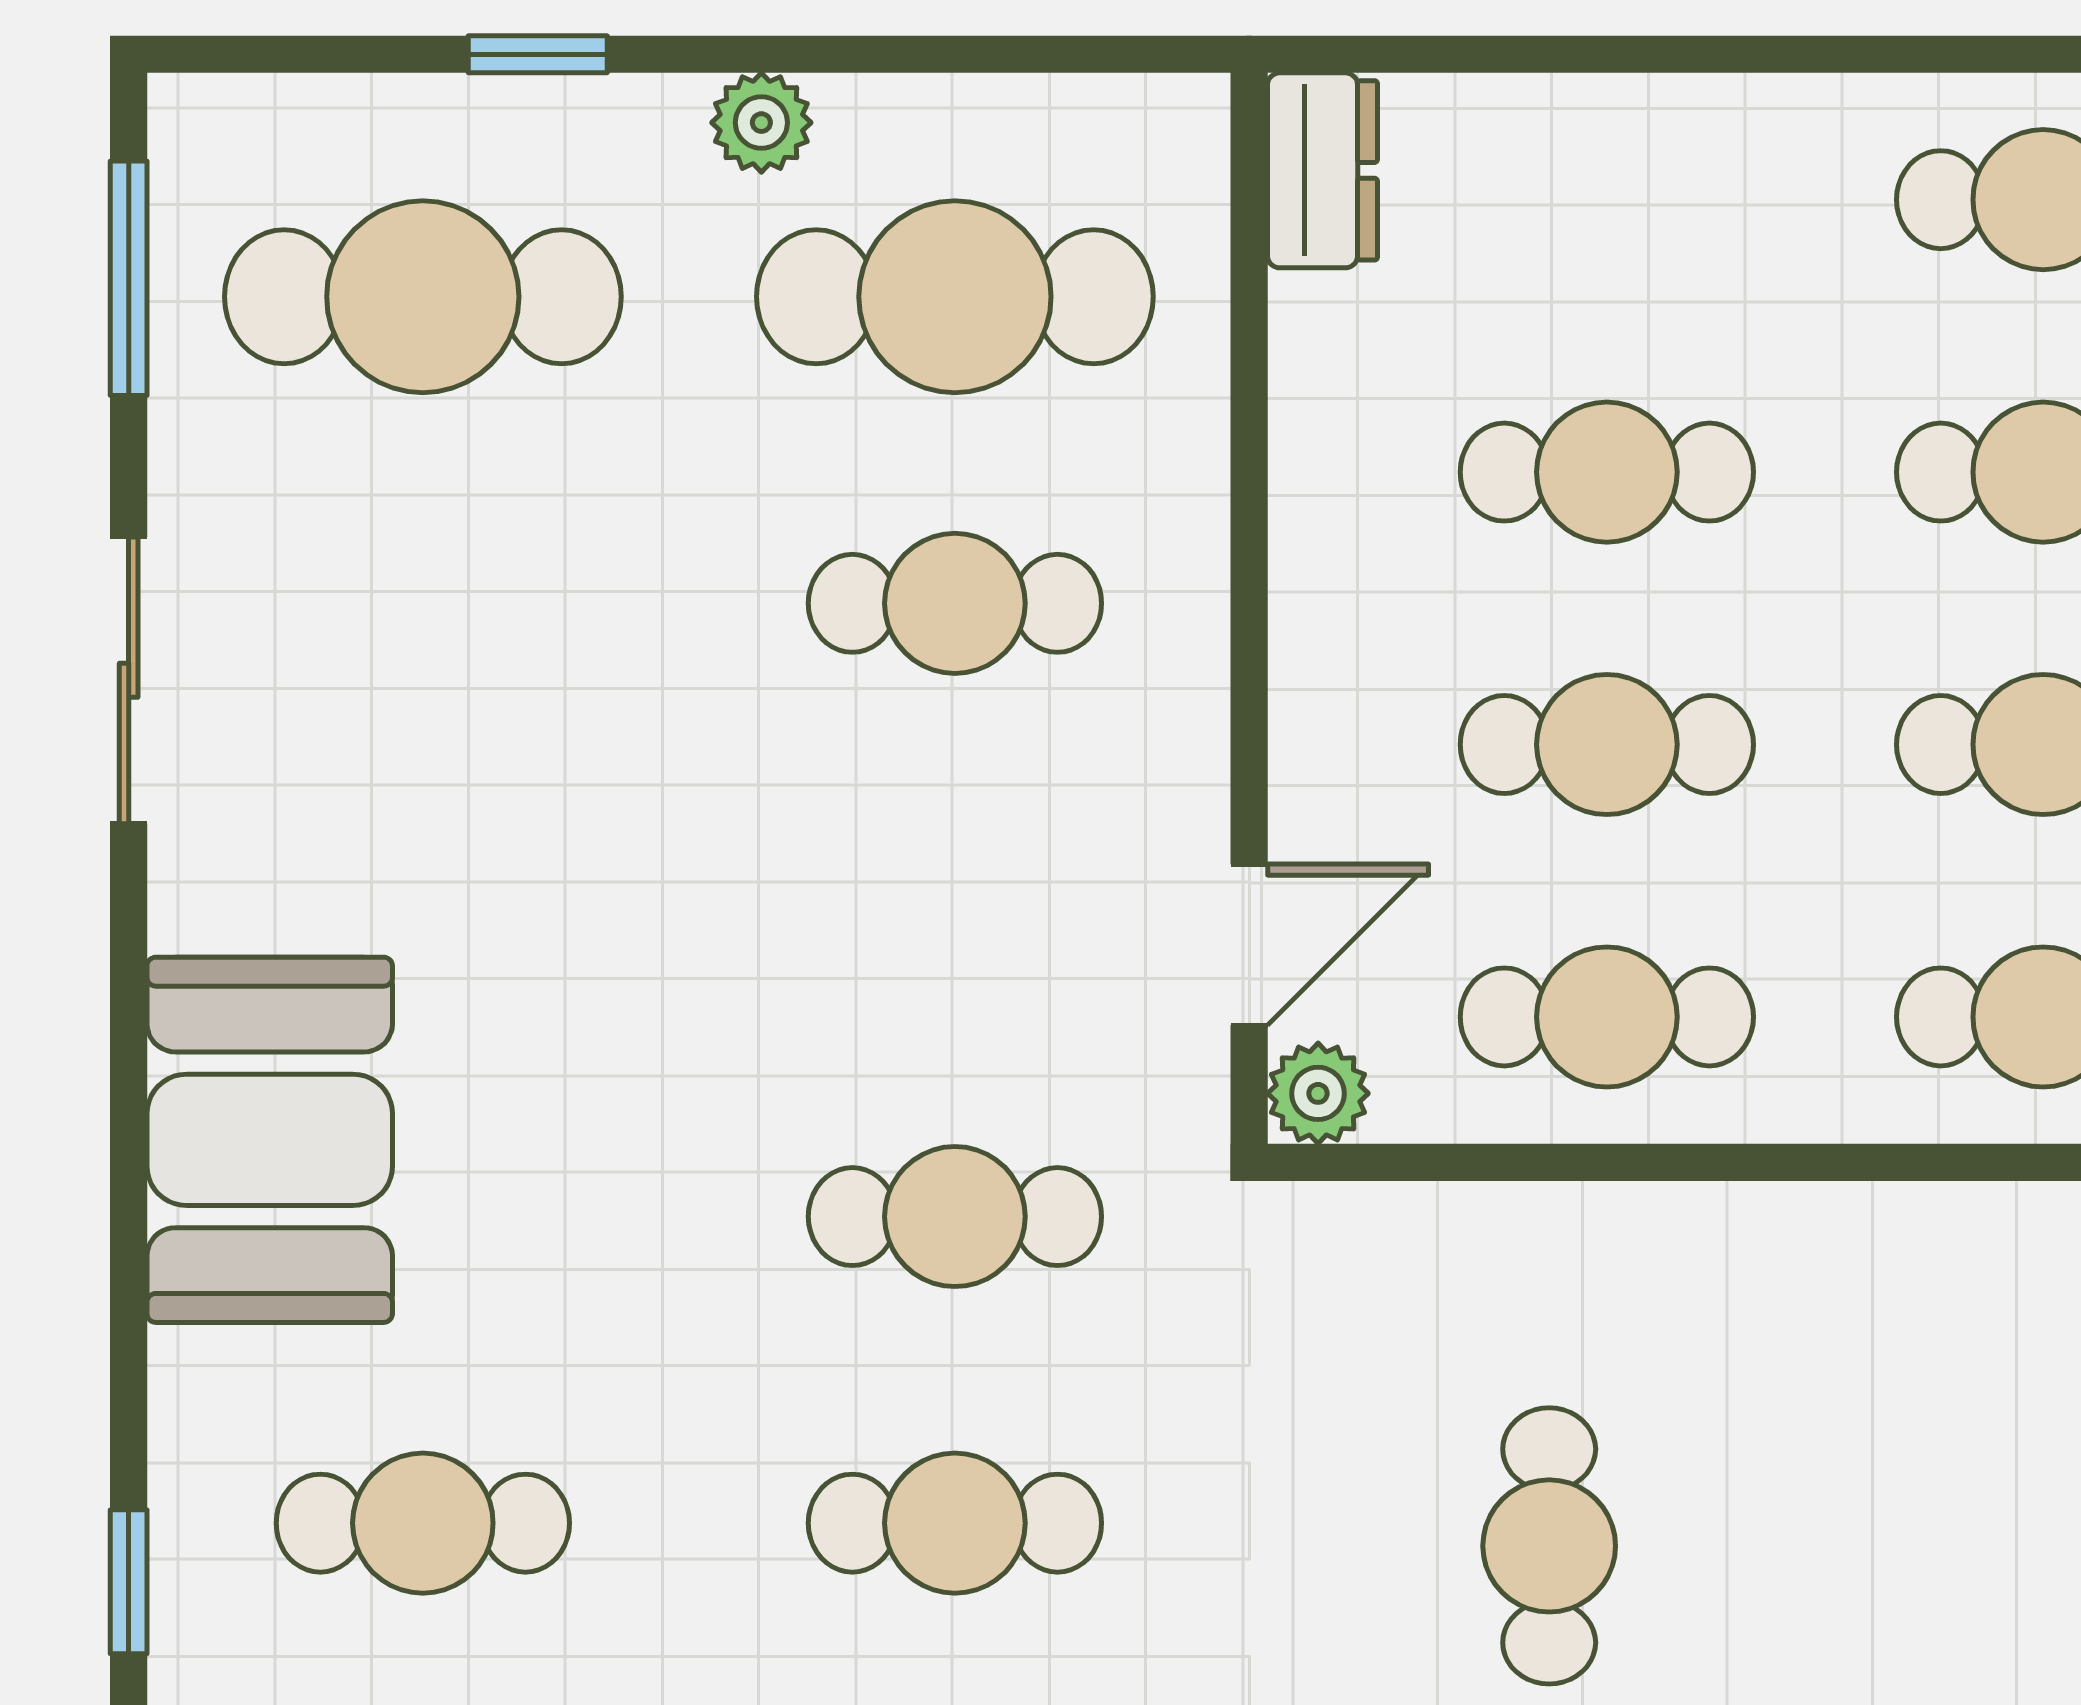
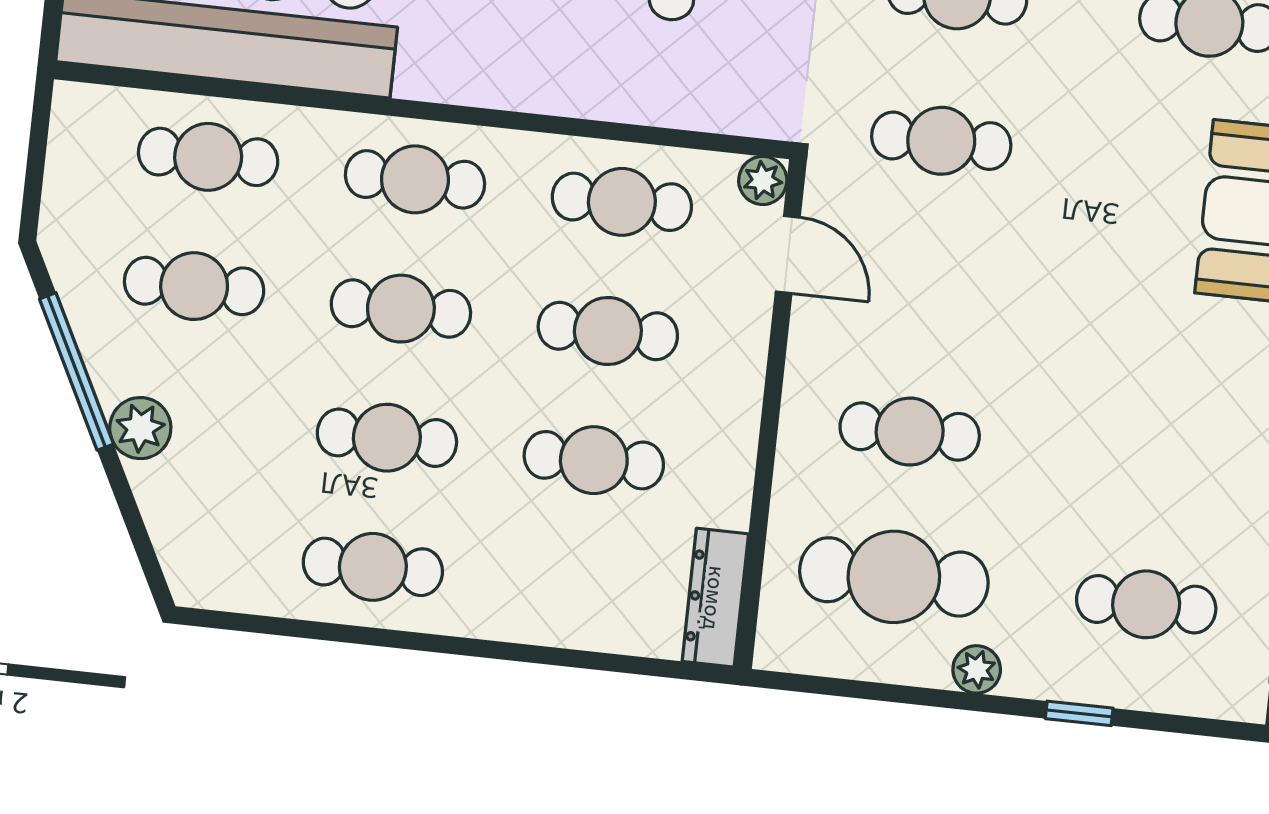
dresser: (1322, 170) -> (715, 598), width x1.44
cafe table: (423, 297) -> (1146, 604), width x0.73, depth x0.74
door: (1249, 945) -> (788, 255), swing flipped

